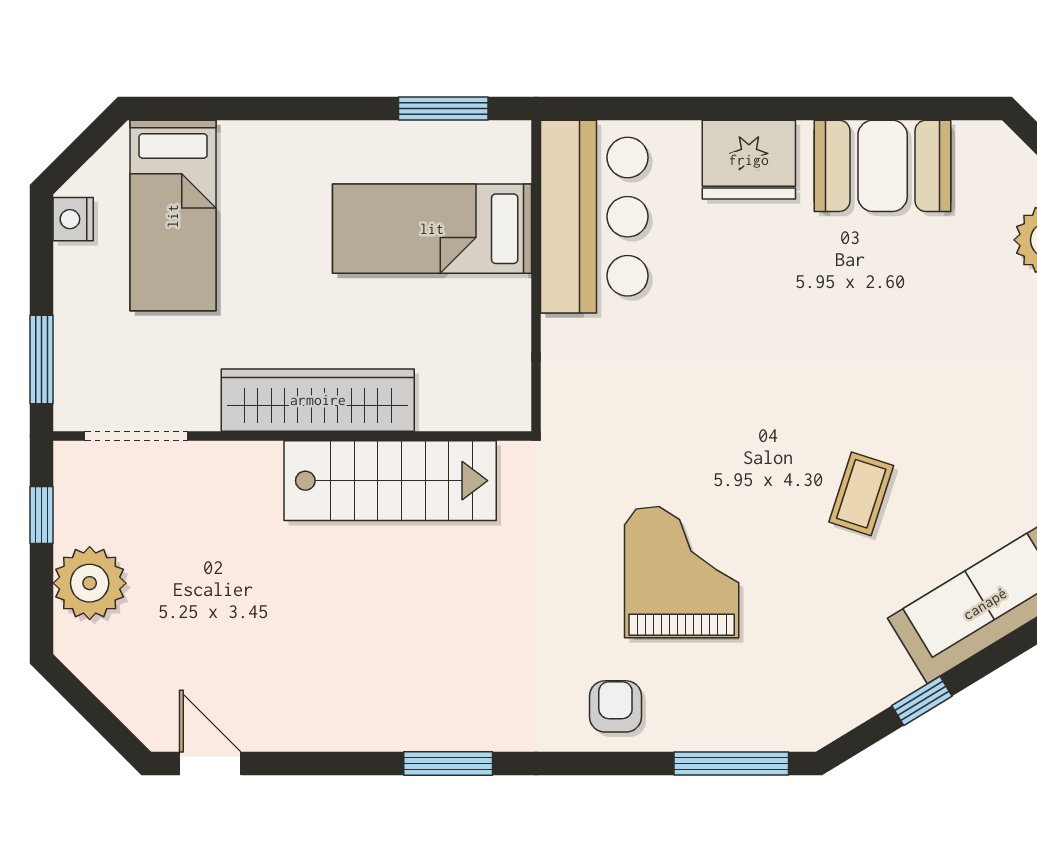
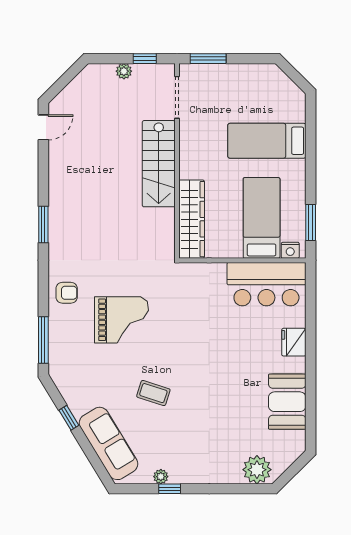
fridge: (749, 160) -> (294, 342), width x0.73, depth x0.75
bed: (173, 216) -> (267, 141), moved
nightstand: (73, 219) -> (290, 250), moved, turned 180
wardrobe: (318, 400) -> (192, 219), moved
stairs: (390, 481) -> (159, 164), moved
plant: (90, 583) -> (124, 71), width x0.53, depth x0.53

